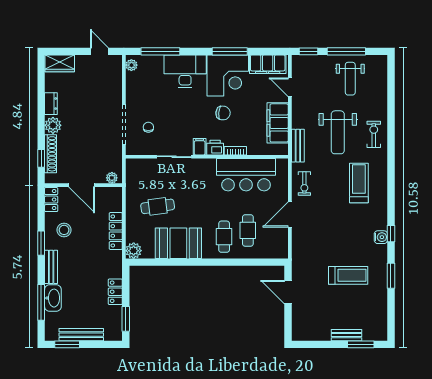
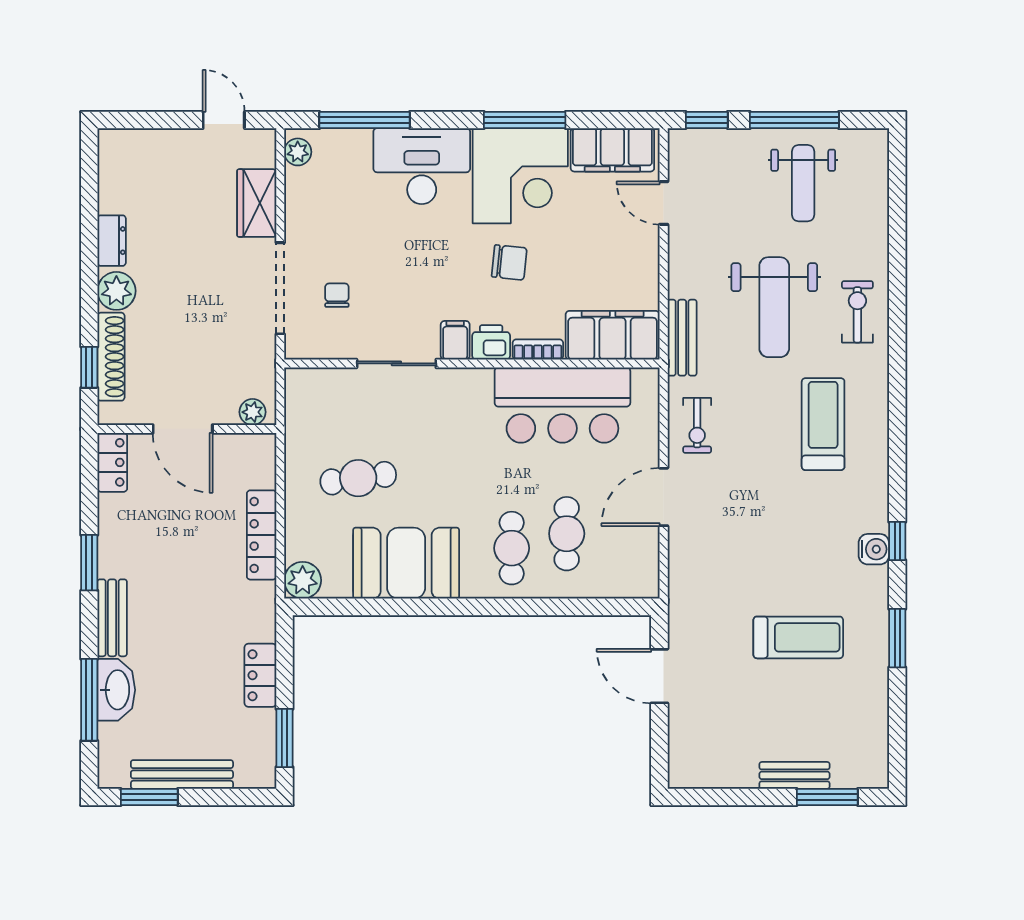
wardrobe: (60, 63) -> (257, 203), moved, turned 90
filing cabinet: (278, 123) -> (613, 335), moved, turned 90
stool: (64, 230) -> (142, 533), removed

